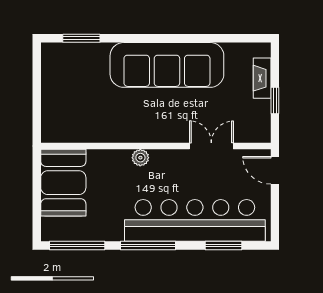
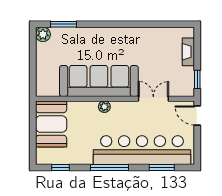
plant: (52, 53) -> (43, 34), added
sofa: (167, 65) -> (99, 81), moved, turned 180
window: (275, 100) -> (197, 79), moved
window: (77, 246) -> (61, 168), width x0.46

